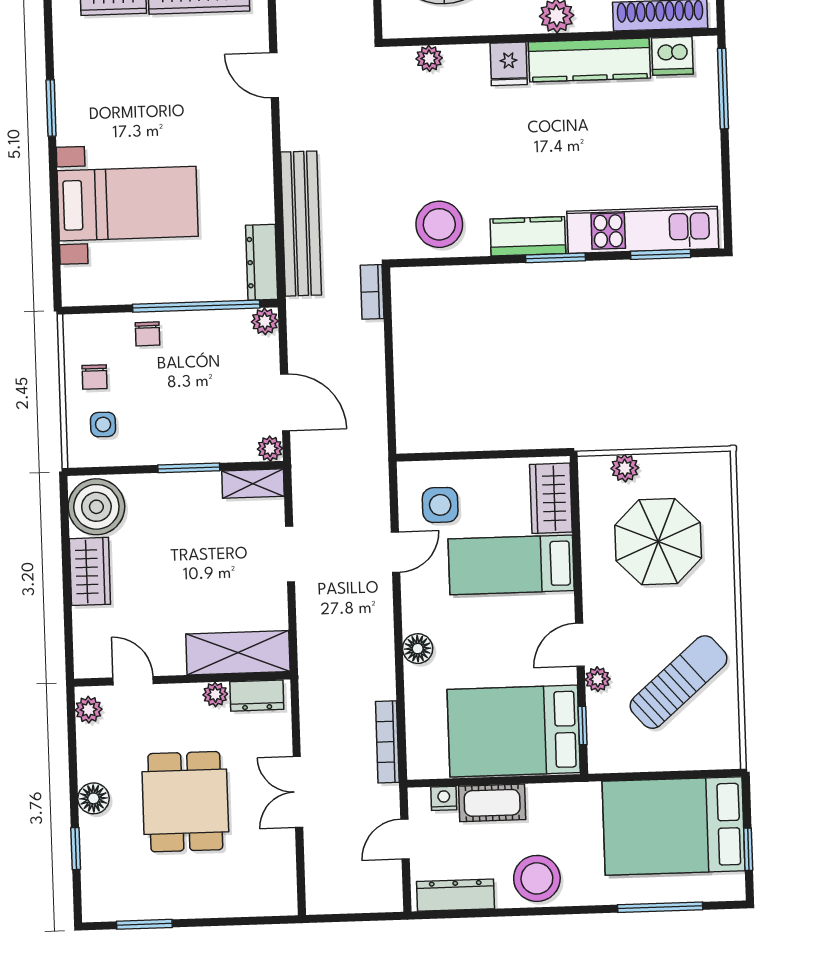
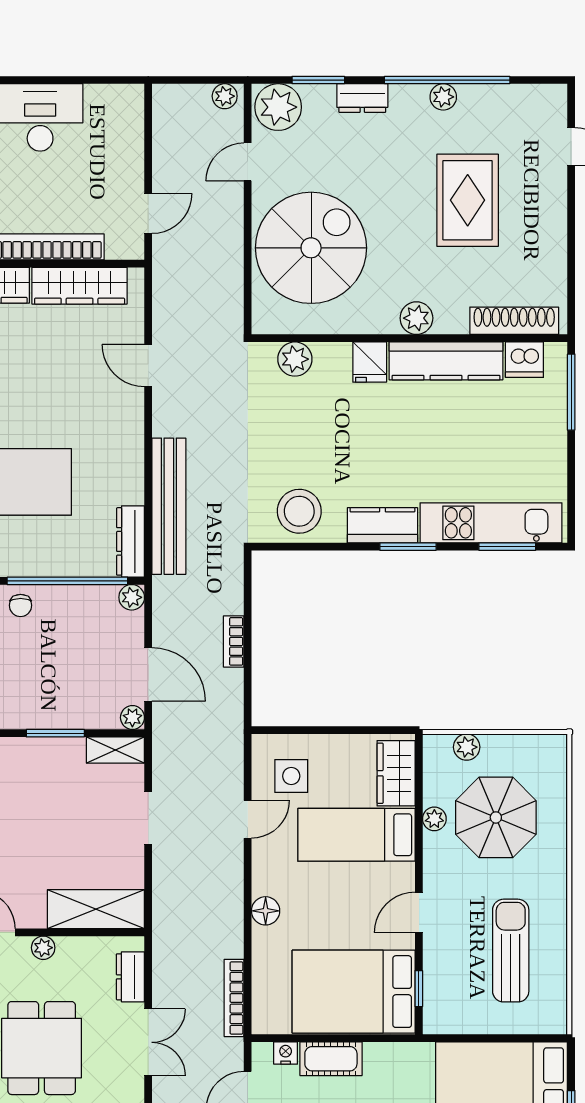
plant: (429, 58) -> (295, 359), width x1.38, depth x1.38
bookcase: (372, 292) -> (234, 641), moved
plant: (598, 679) -> (434, 819), moved
sun lounger: (679, 682) -> (511, 951), turned -49
plant: (215, 694) -> (43, 948), moved
dresser: (257, 696) -> (130, 977), moved, turned 90
double door: (298, 792) -> (148, 1042), swing flipped

